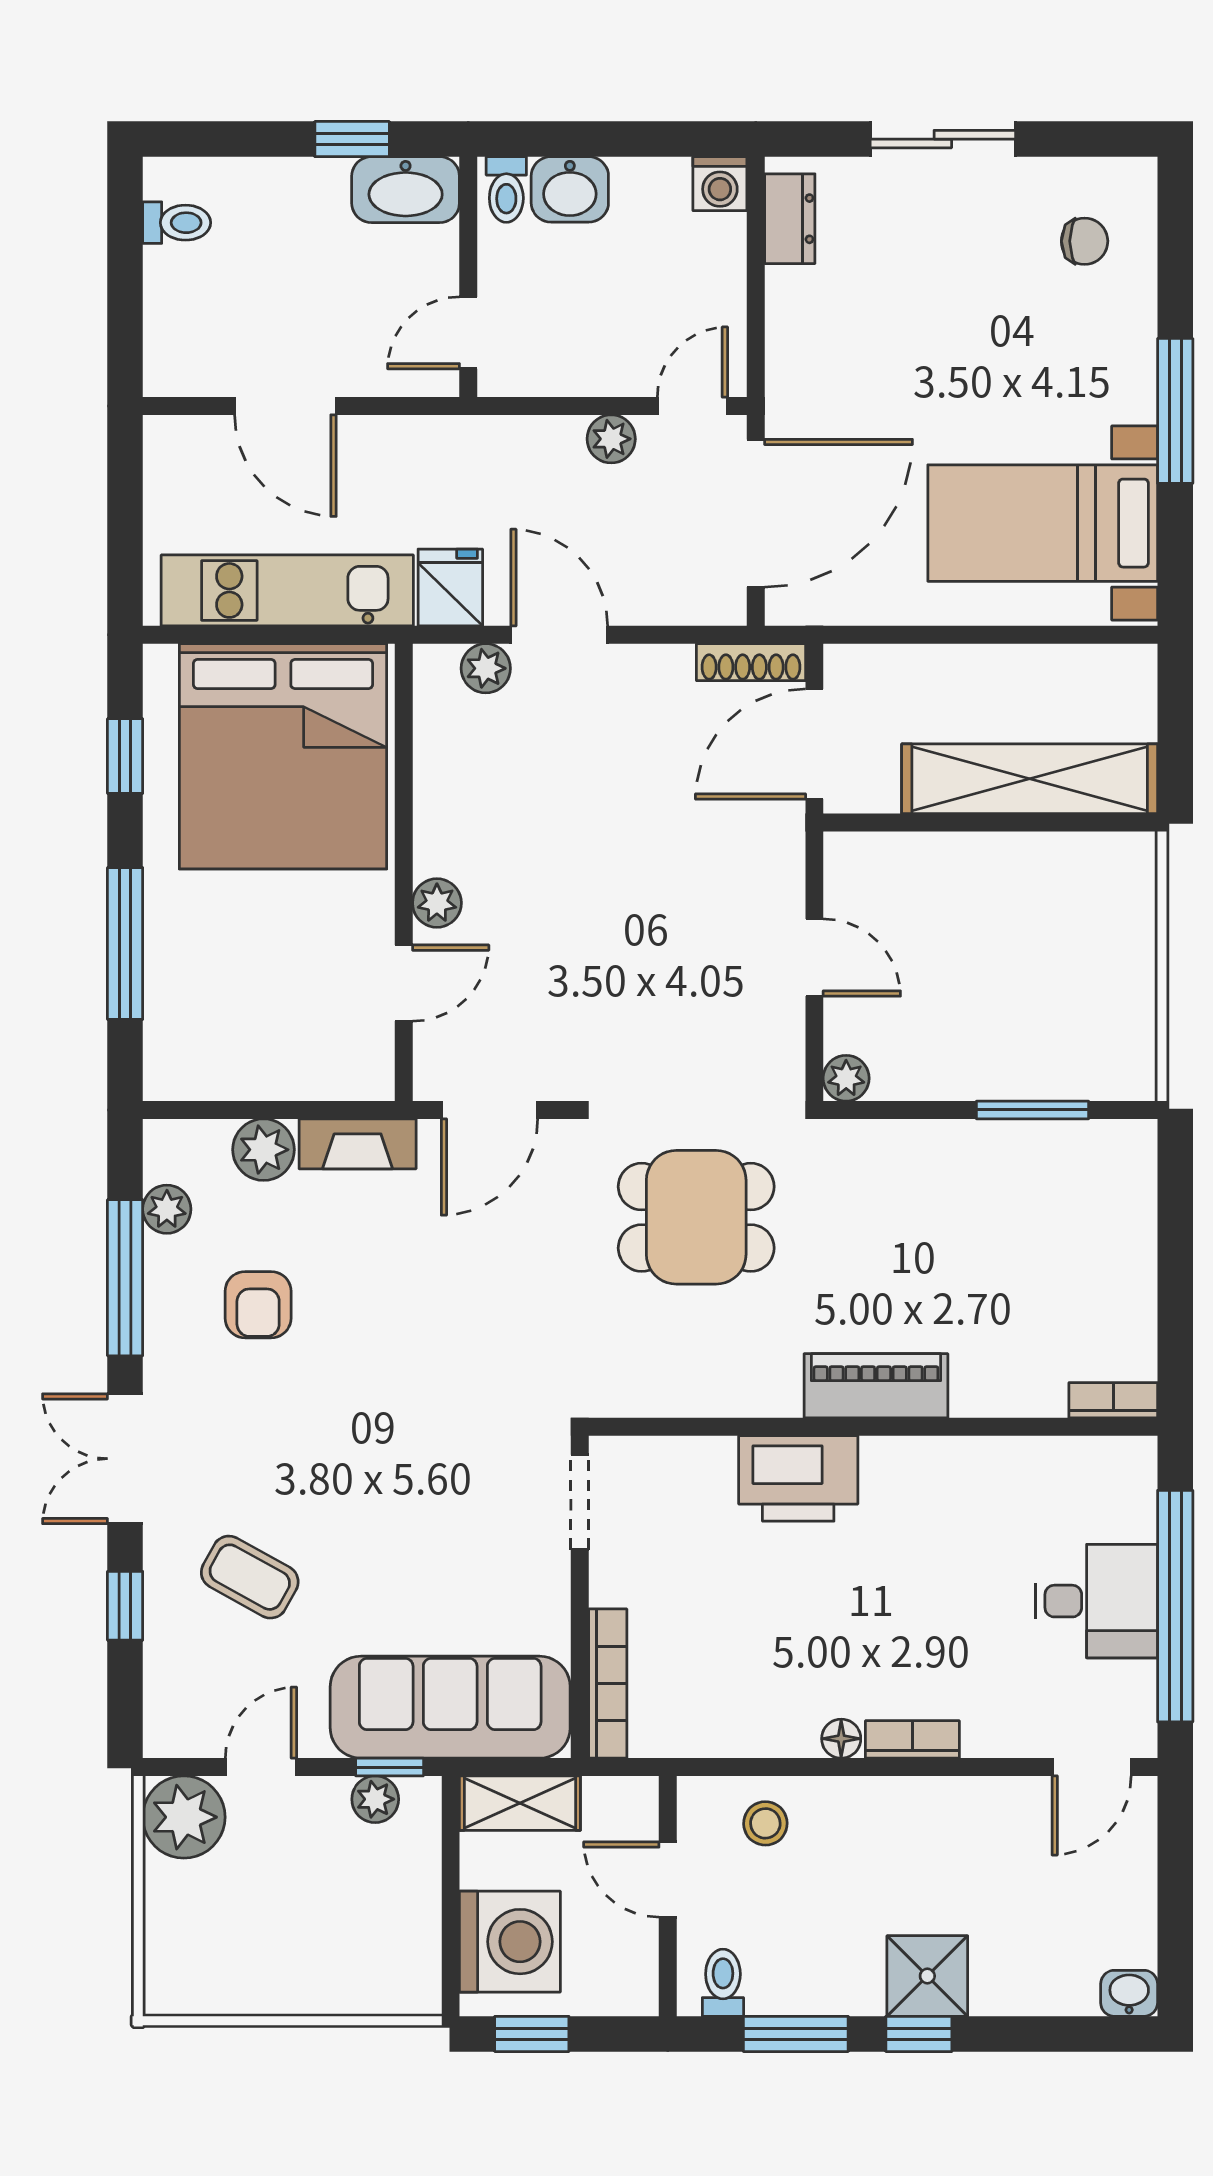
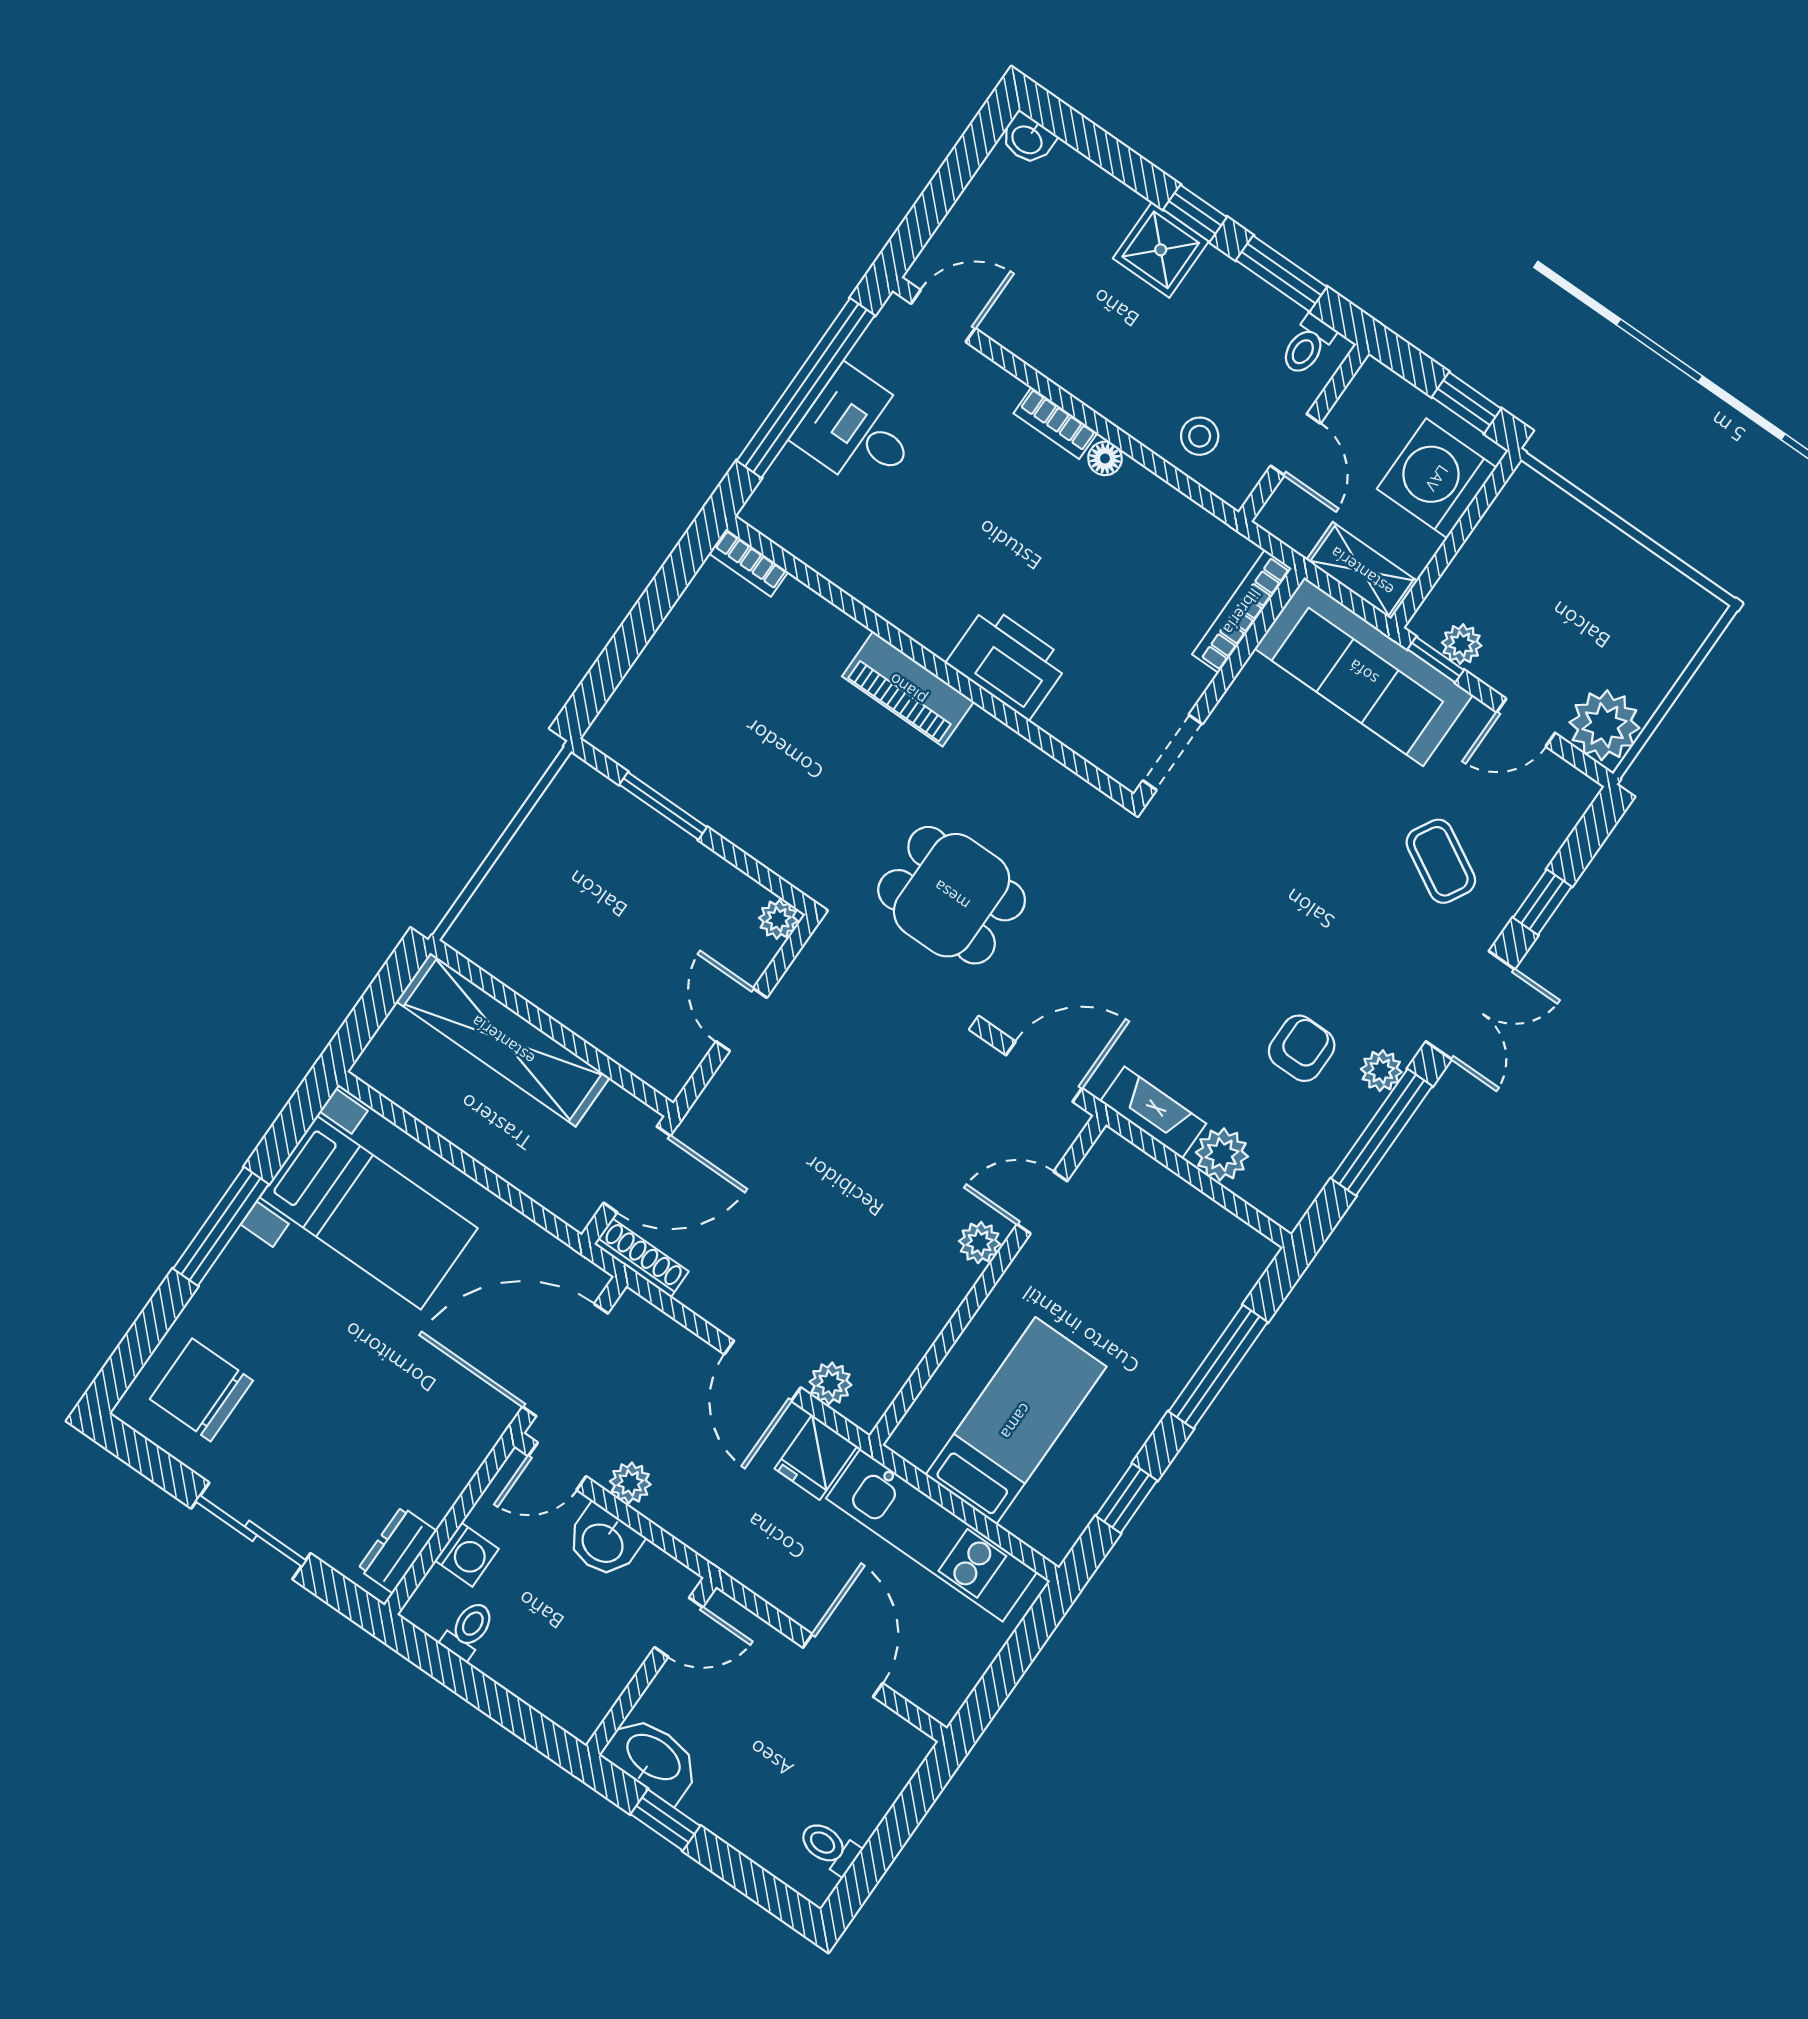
washing machine: (720, 184) -> (467, 1555), moved, turned 90
washbasin: (570, 189) -> (603, 1542), moved, turned 180
toilet: (506, 190) -> (468, 1630), moved
chair: (1085, 241) -> (201, 1390), width x1.87, depth x1.87
bed: (283, 756) -> (1016, 1421), width x0.49
plant: (167, 1209) -> (1381, 1071), moved

